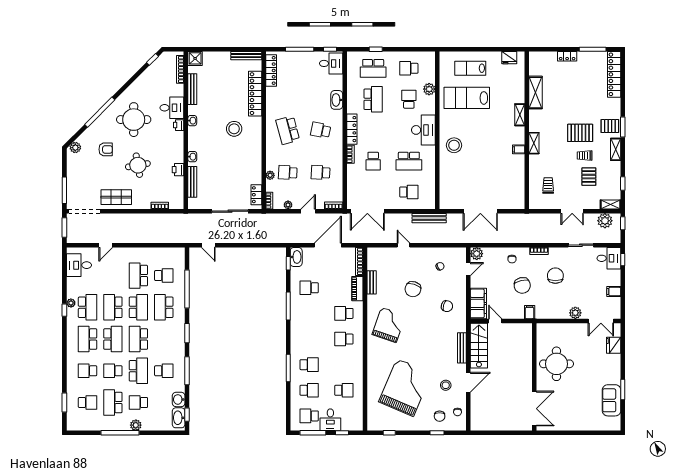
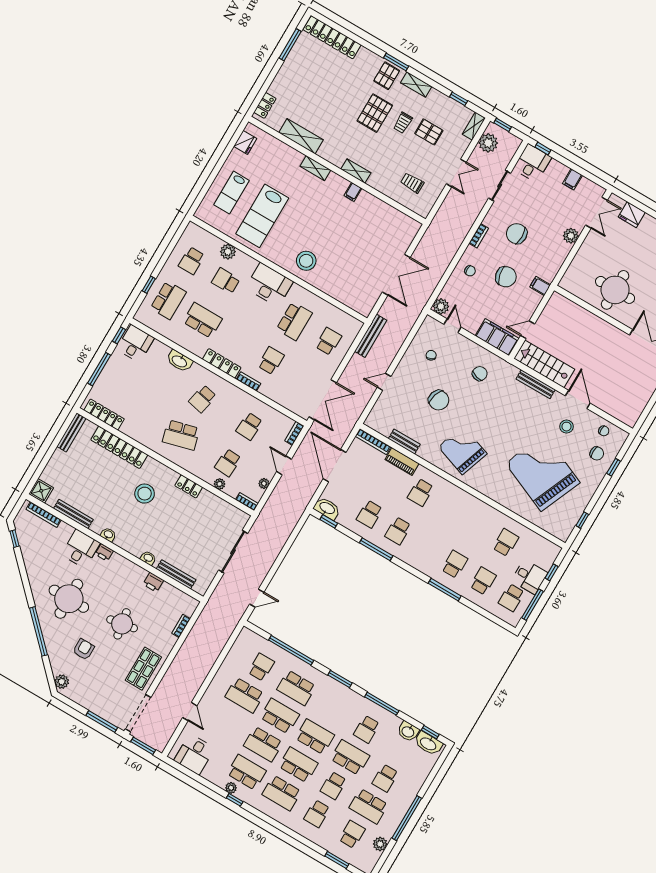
locker: (567, 56) -> (265, 105), moved
school desk: (373, 161) -> (271, 361), turned -90
locker: (256, 195) -> (189, 486), moved
school desk: (138, 339) -> (315, 737), turned 180
school desk: (344, 339) -> (398, 531), moved
school desk: (164, 371) -> (367, 729), turned 180
plant: (136, 425) -> (380, 844), moved

